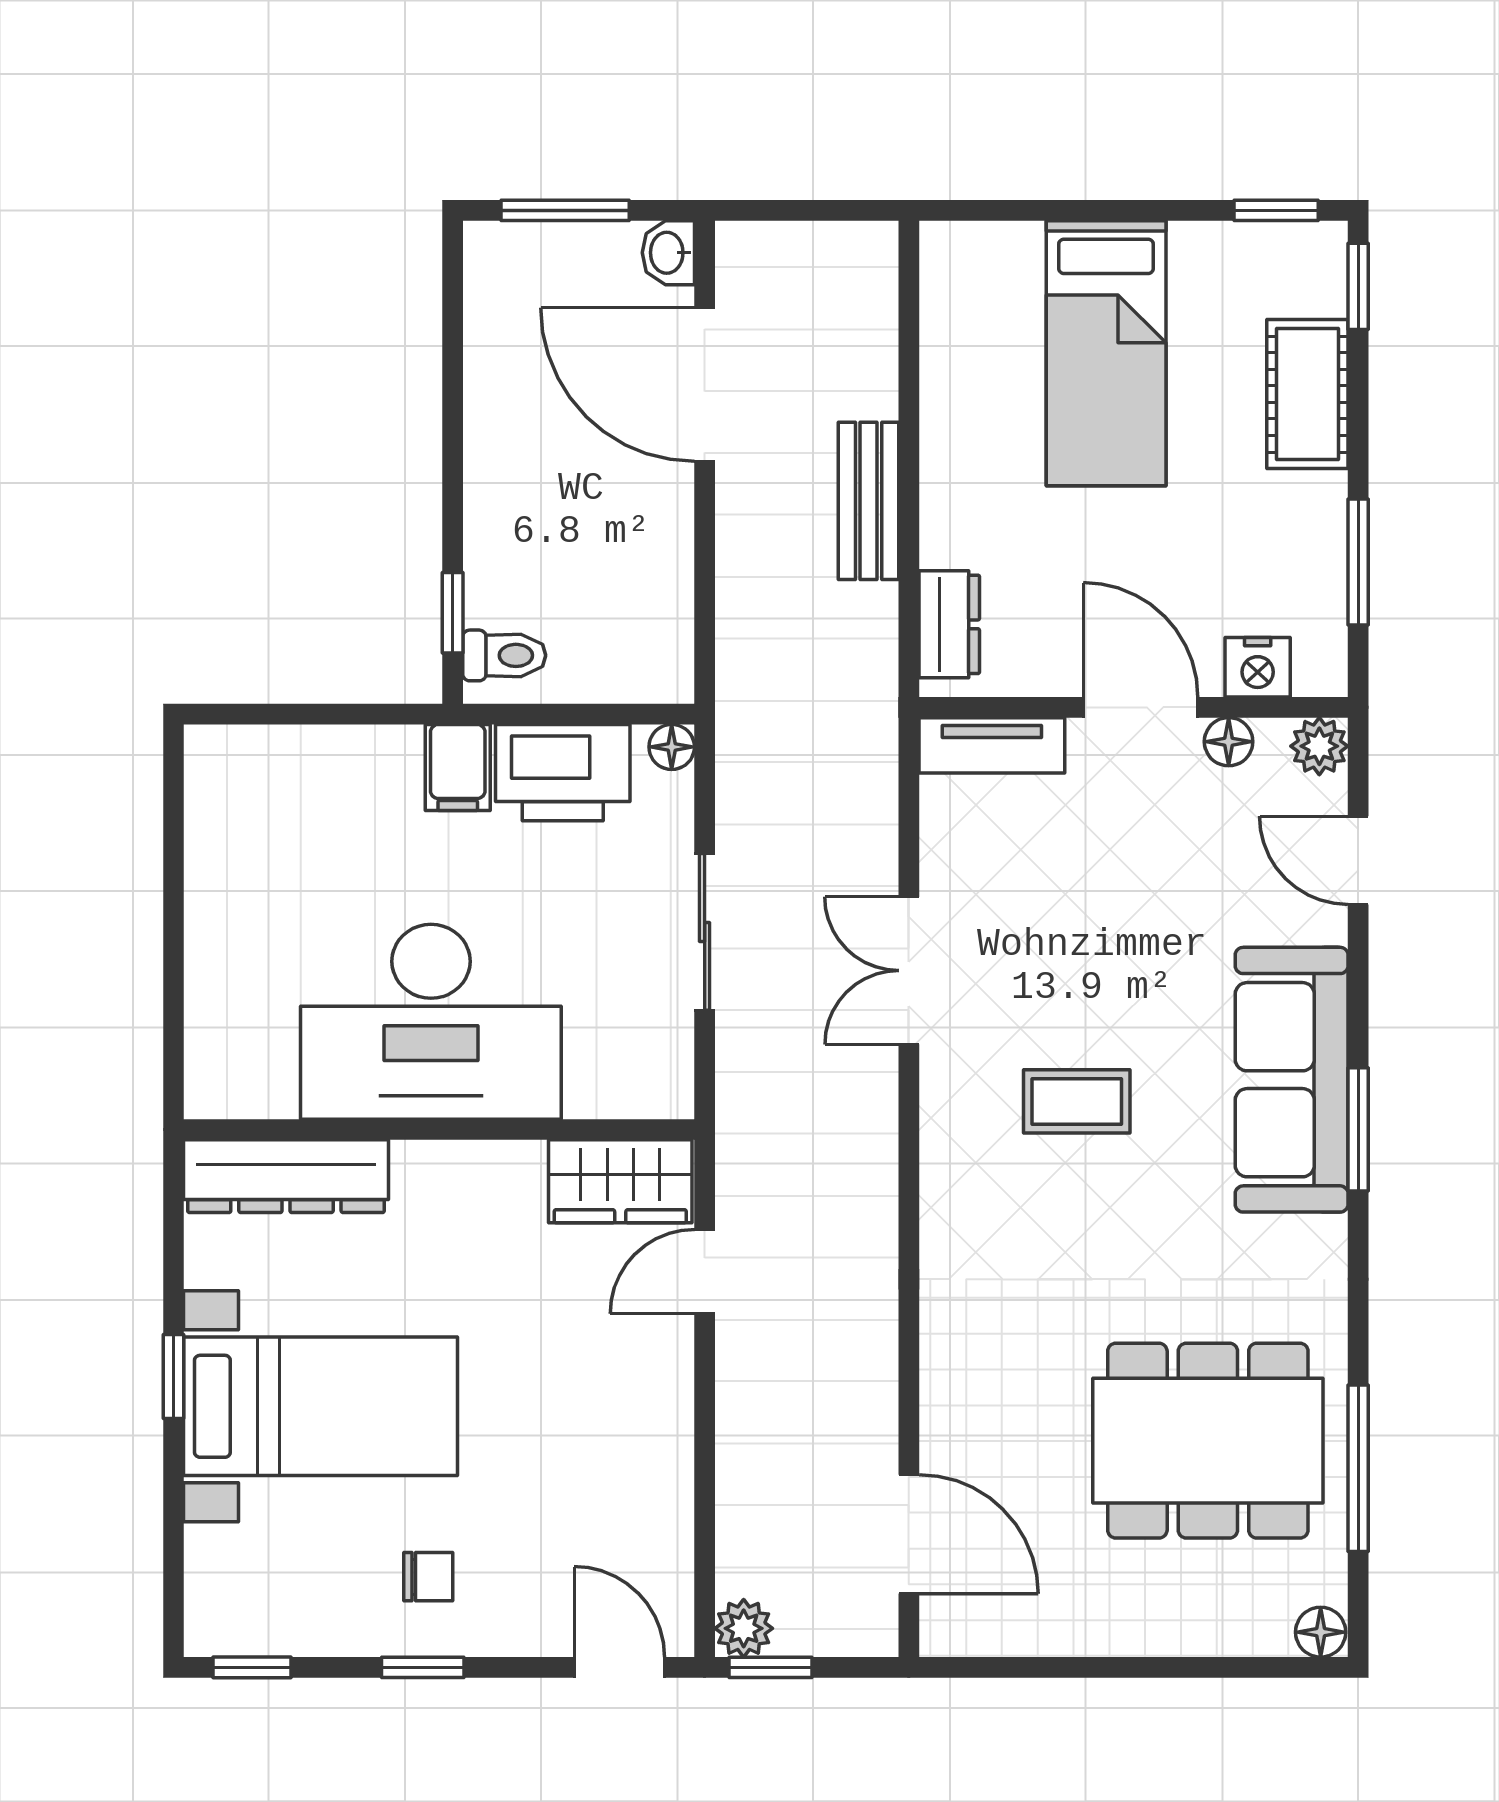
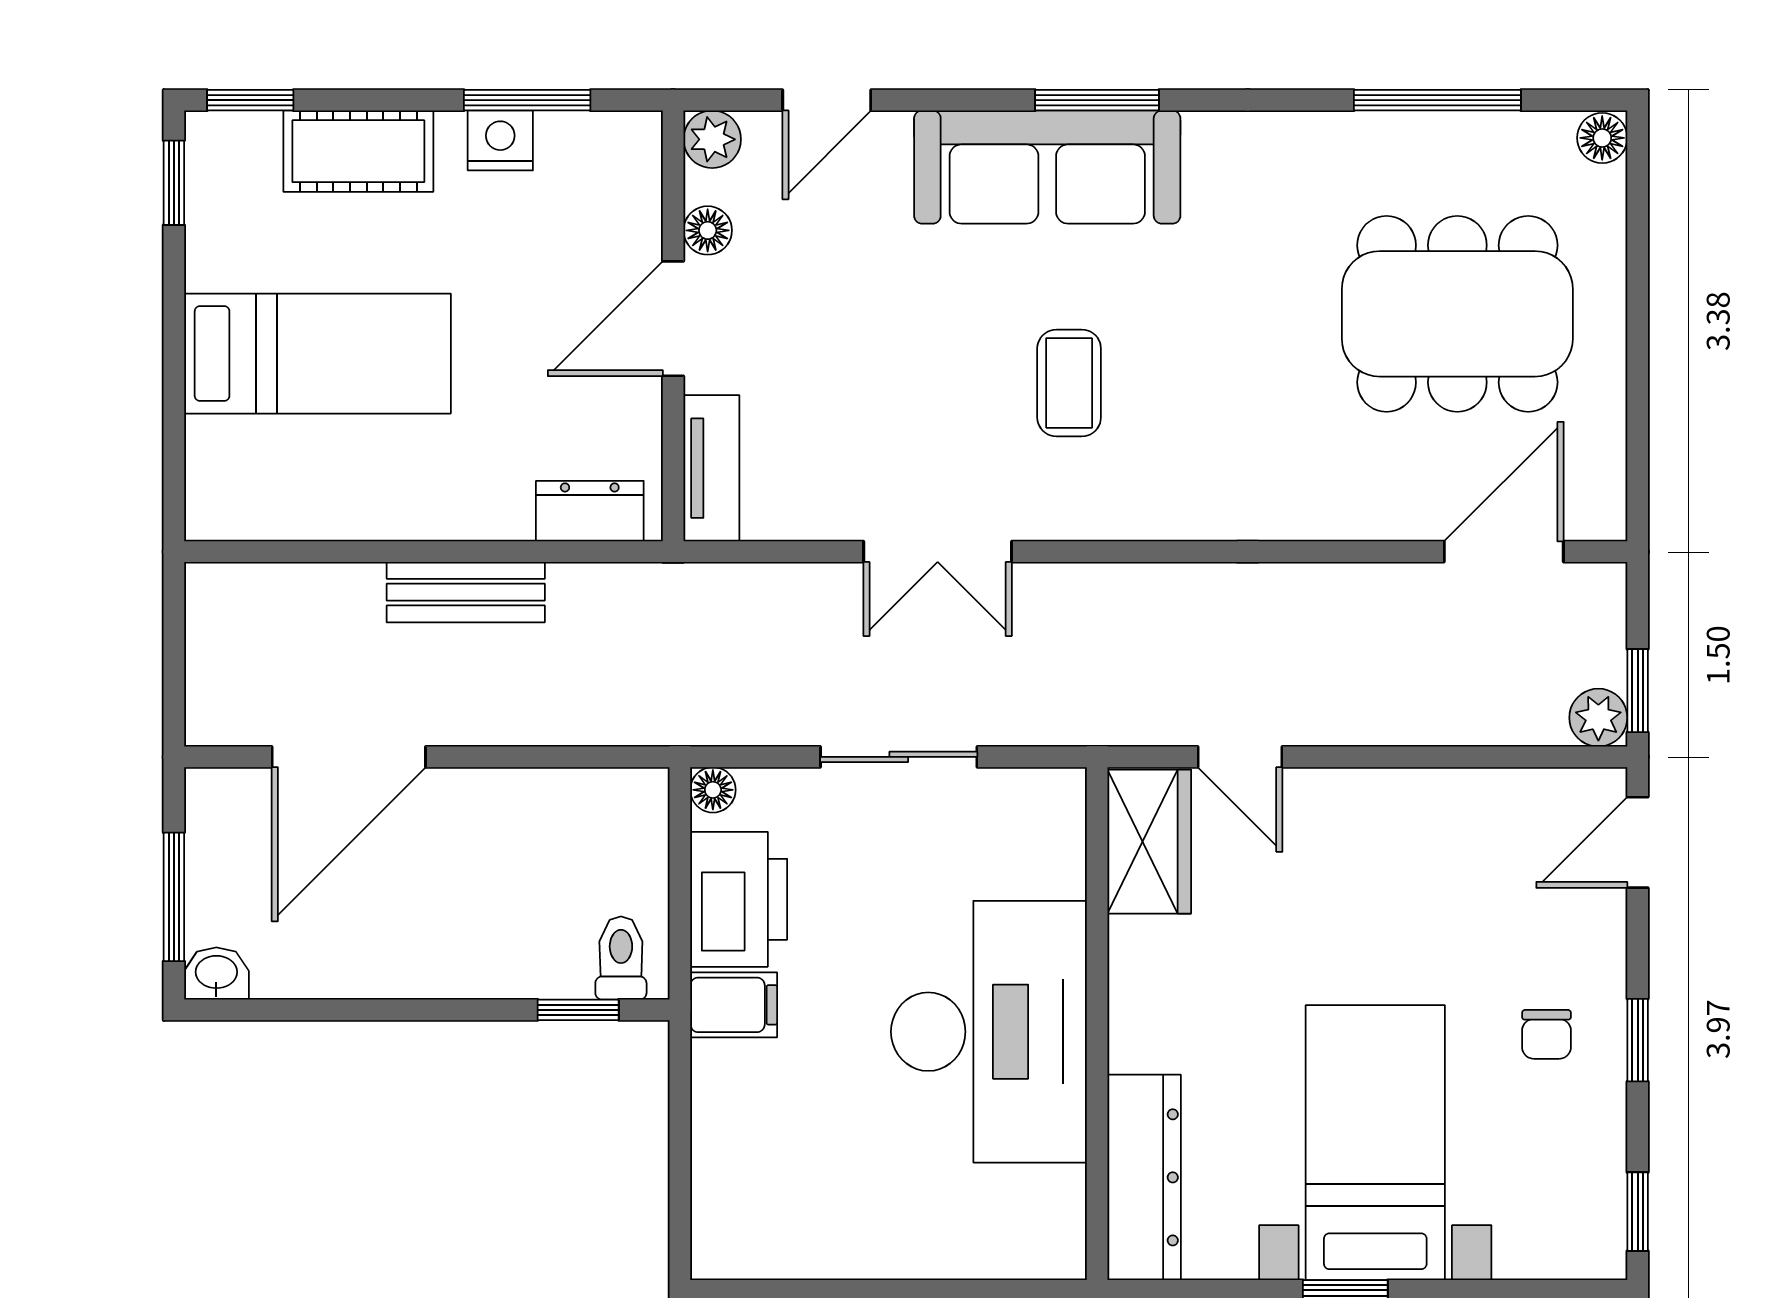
washbasin: (668, 253) -> (216, 974), moved, turned 180
nightstand: (1258, 667) -> (500, 140), moved, turned -90
dining table: (1208, 1441) -> (1457, 314), moved, turned 90
chair: (428, 1577) -> (1546, 1034), turned 180

